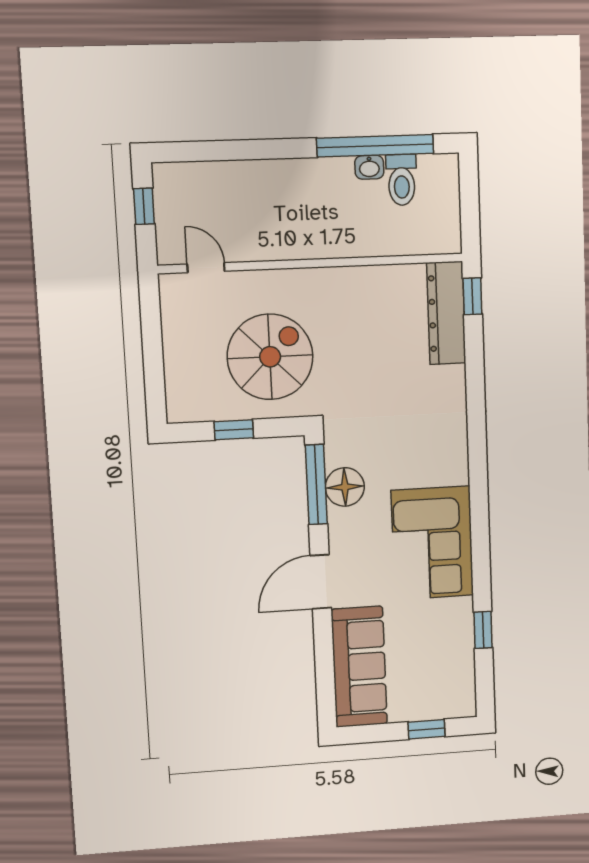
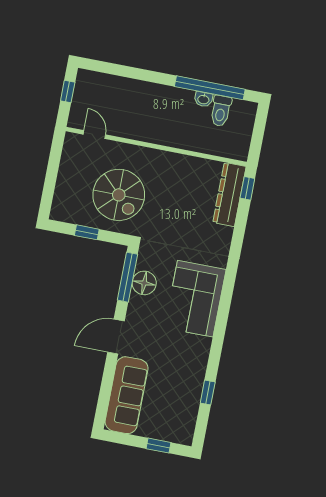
spiral stairs: (270, 357) -> (119, 195), turned 90
corner sofa: (432, 543) -> (195, 299), moved

